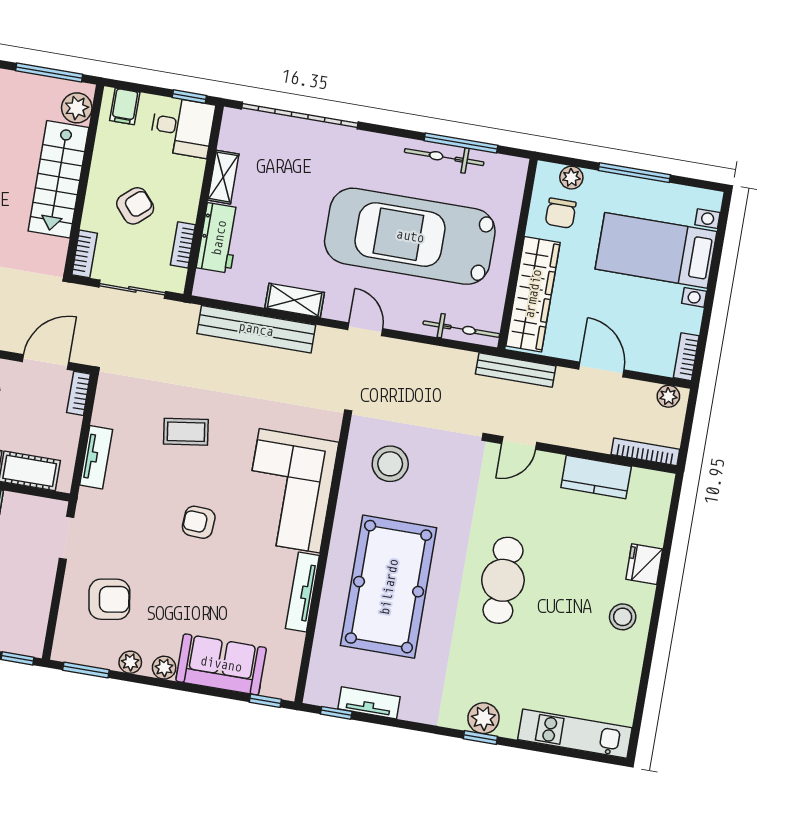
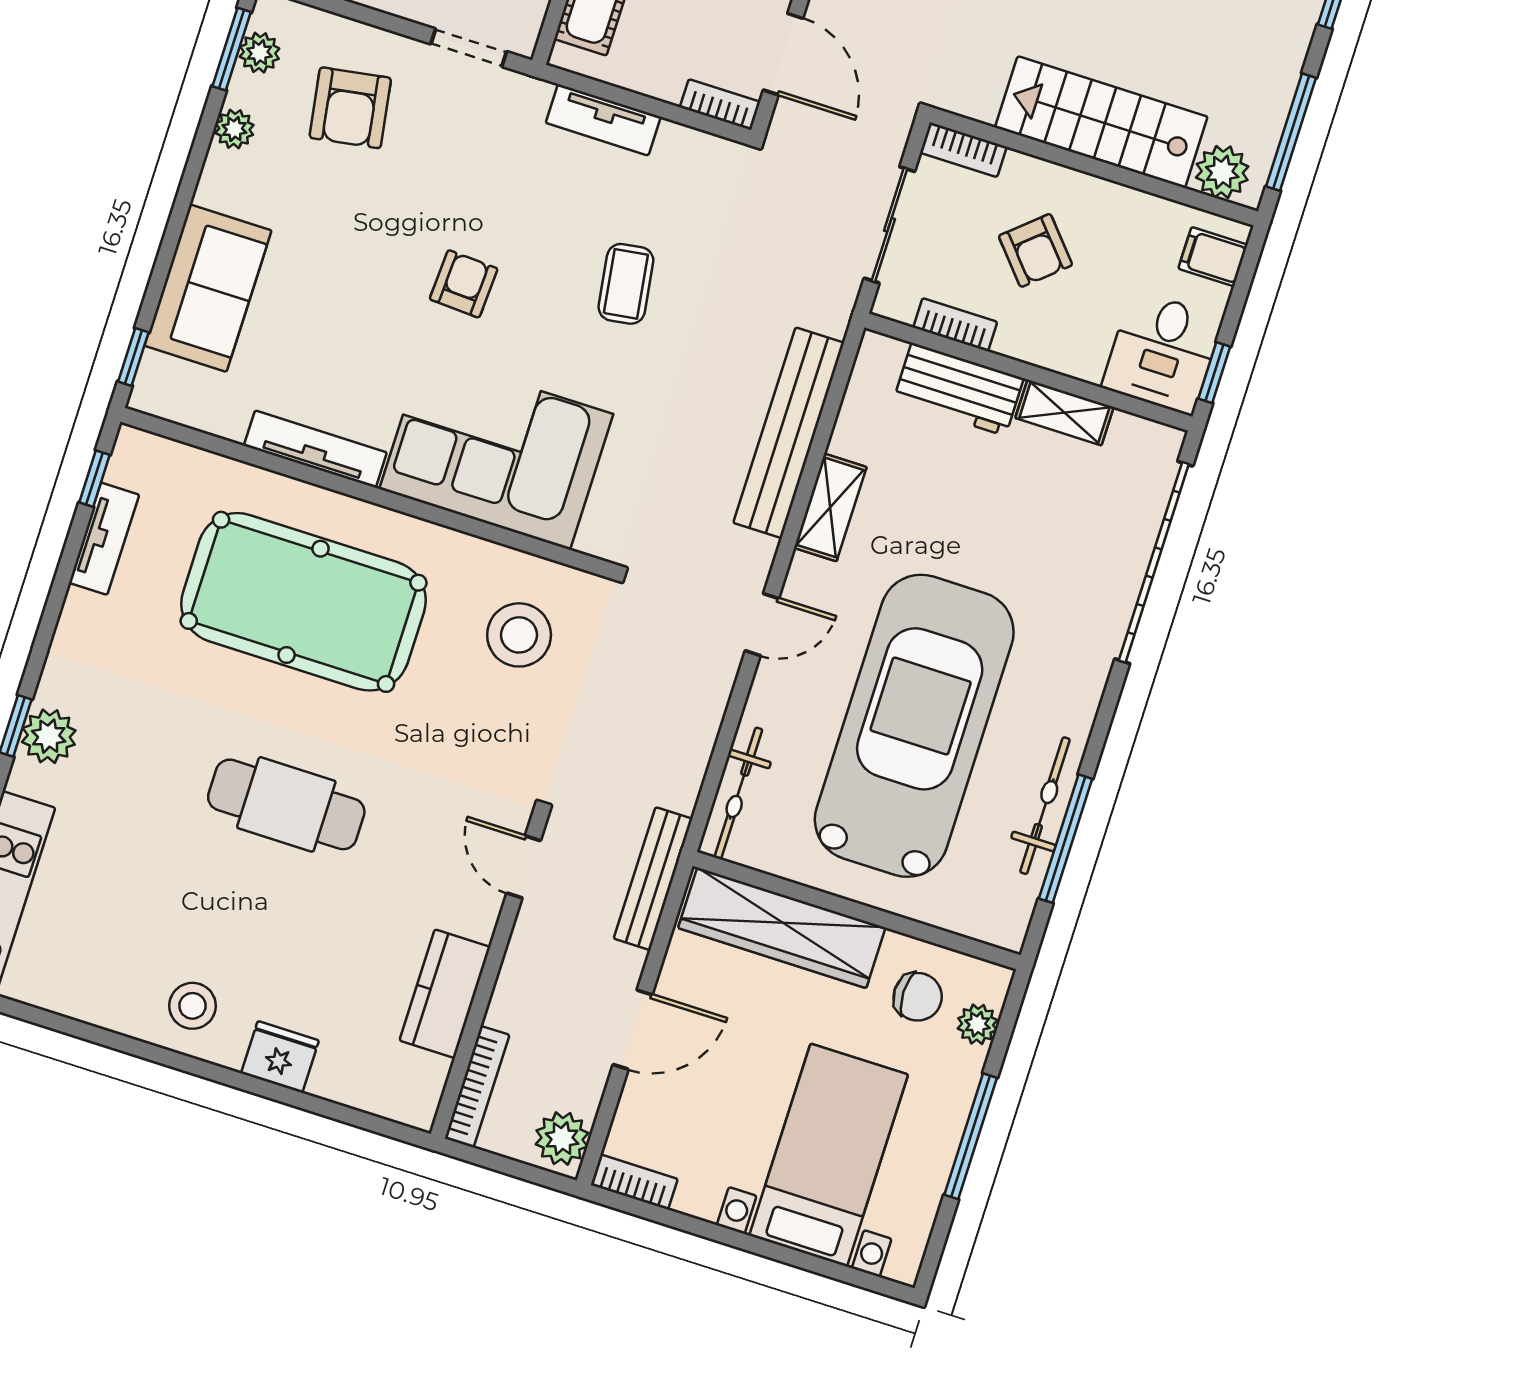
chair: (561, 213) -> (918, 997), turned 180
plant: (668, 396) -> (562, 1139), width x1.38, depth x1.38
plant: (164, 668) -> (260, 53), moved

